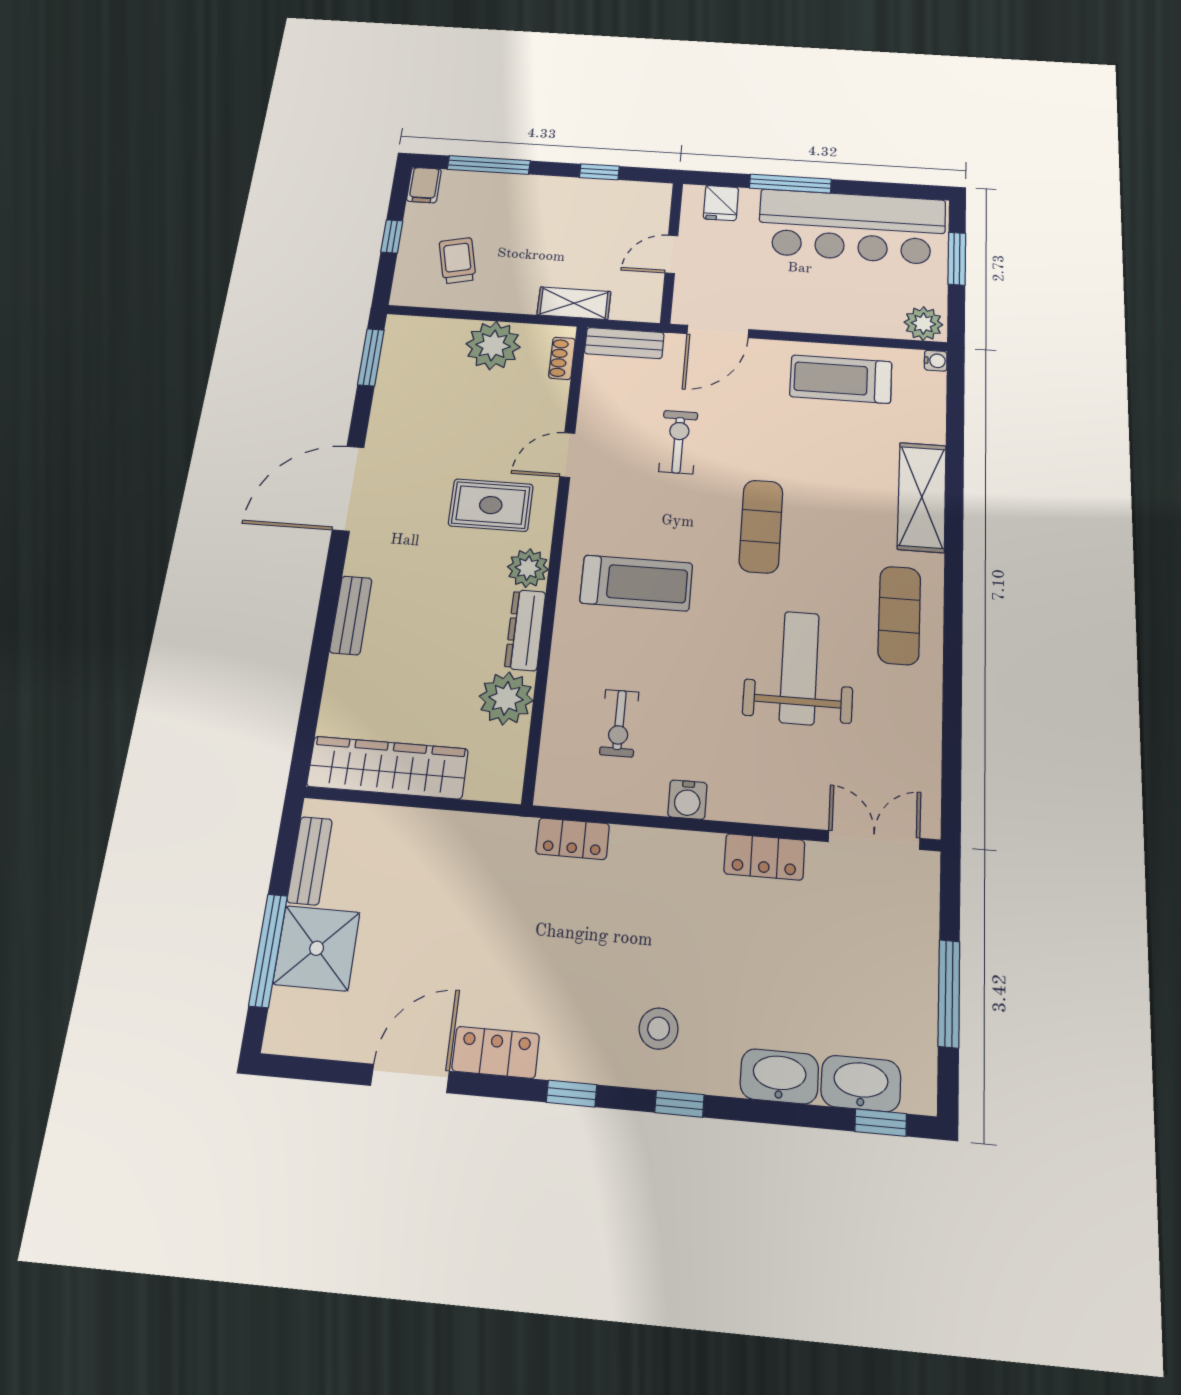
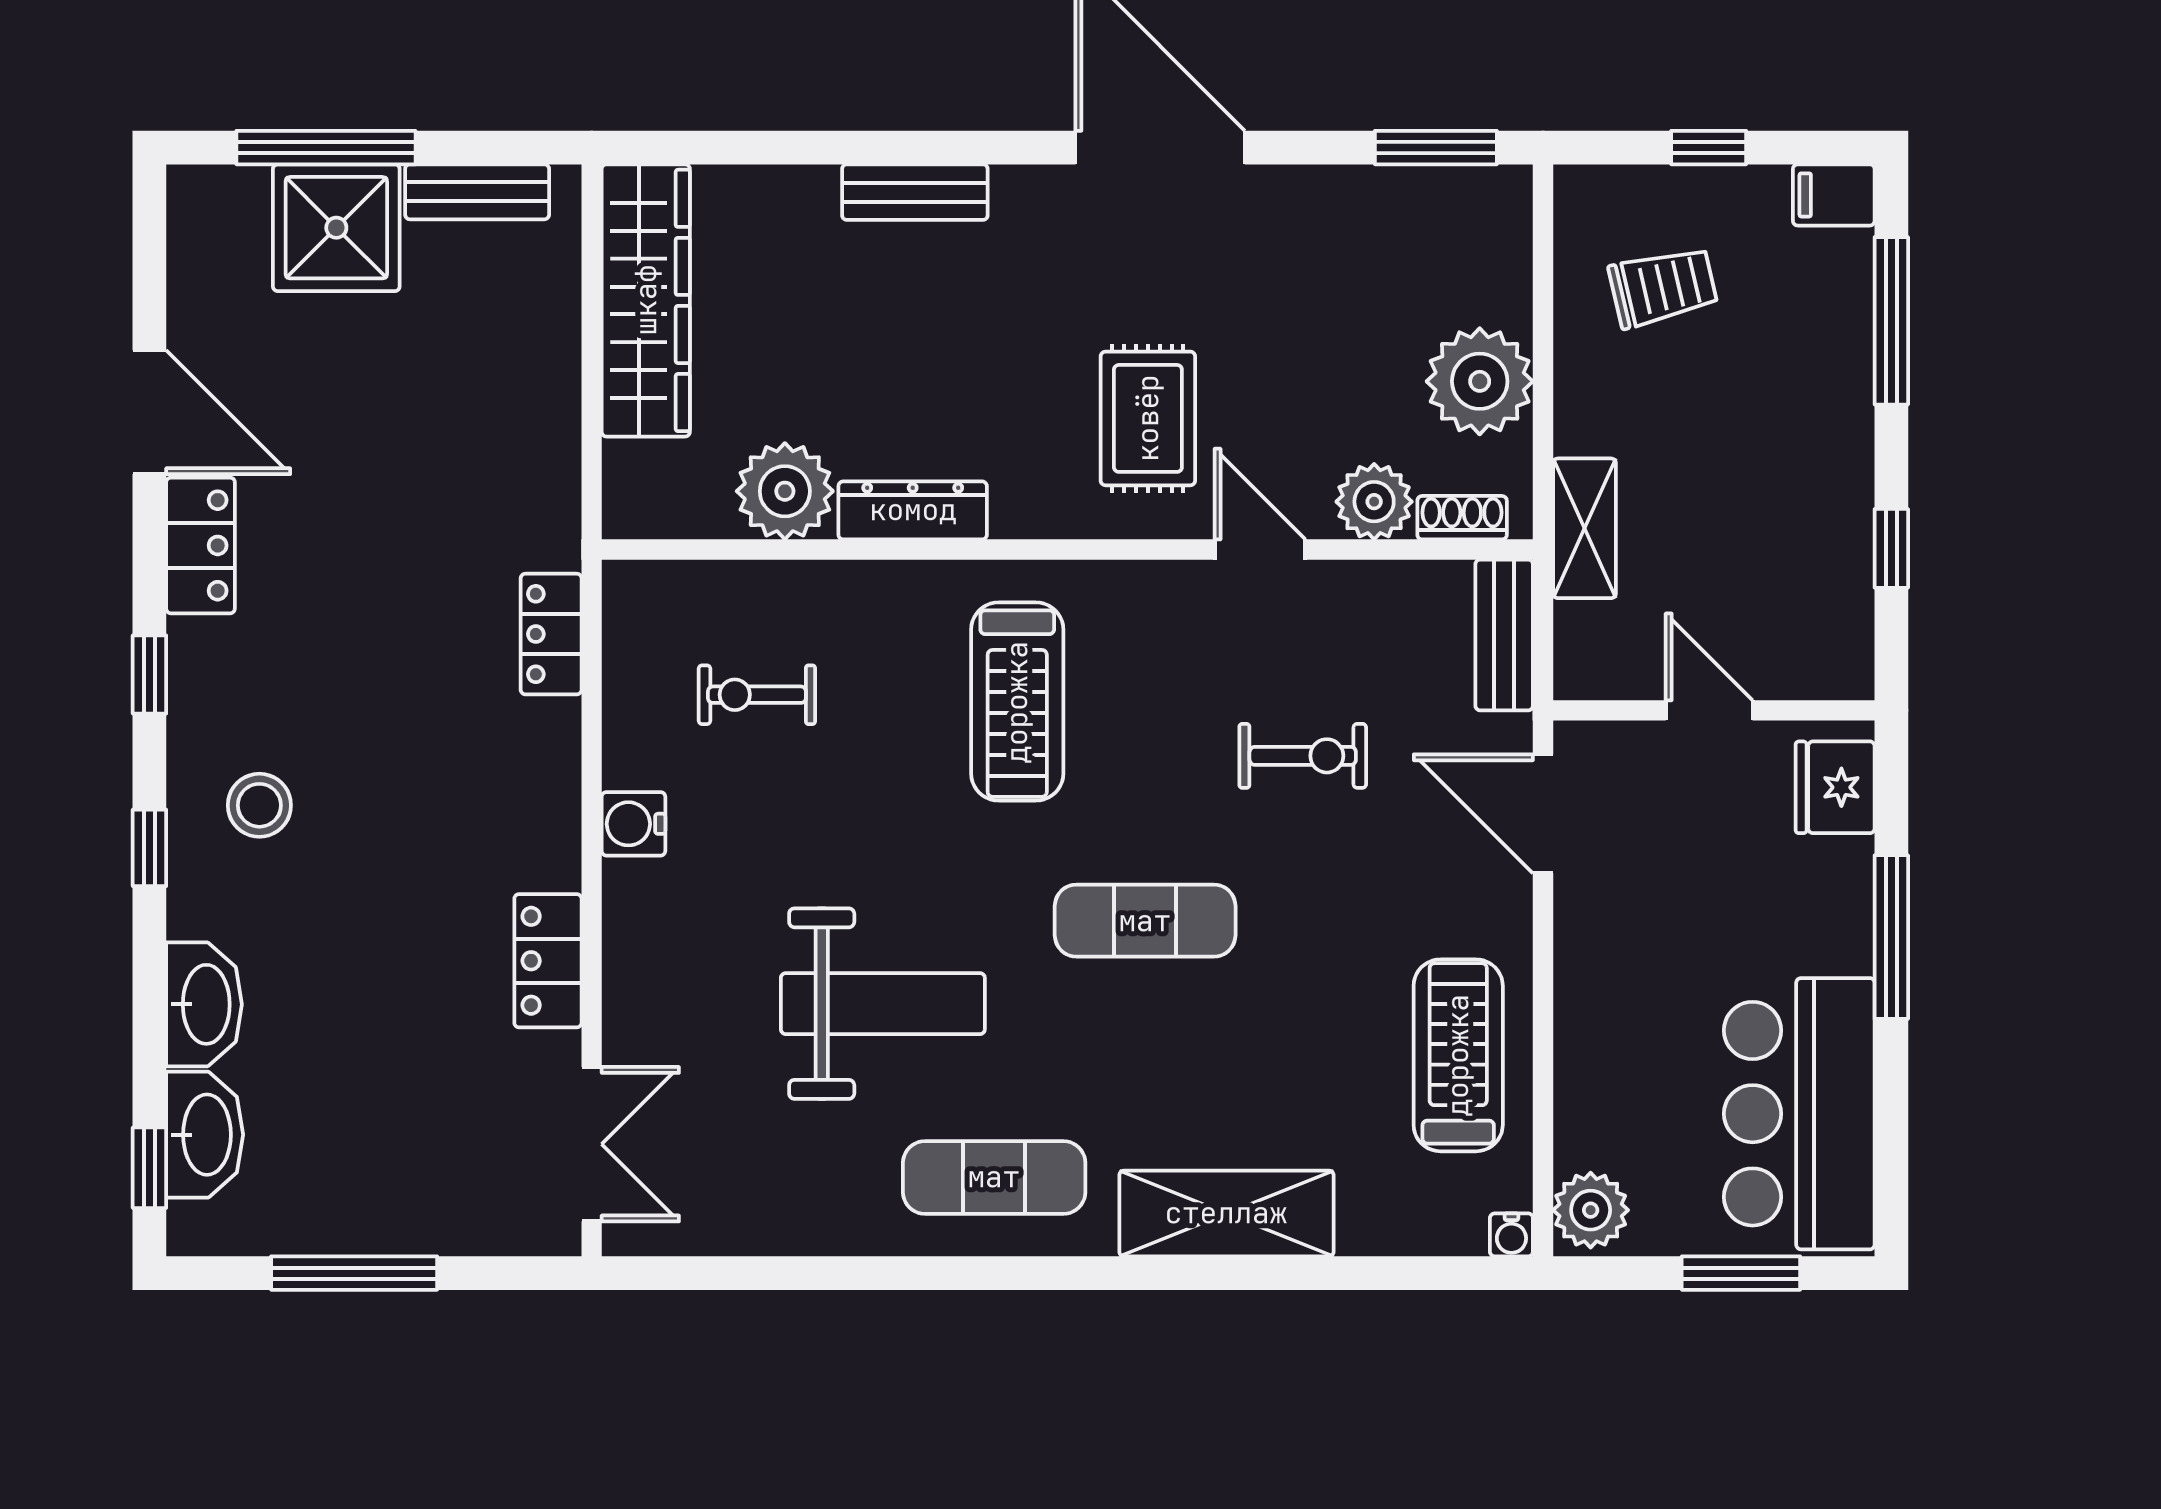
fridge: (721, 203) -> (1835, 787), width x1.38
bar counter: (852, 227) -> (1799, 1114), width x0.73
plant: (528, 568) -> (1374, 502), moved

